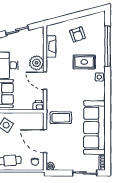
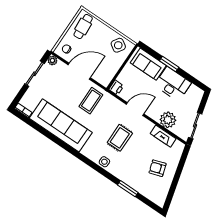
sliding door: (17, 30) -> (195, 126), moved
window: (108, 46) -> (128, 189), width x0.47
rug: (84, 62) -> (120, 138), moved
plant: (36, 63) -> (168, 120), moved
sliding door: (85, 173) -> (34, 74), moved

